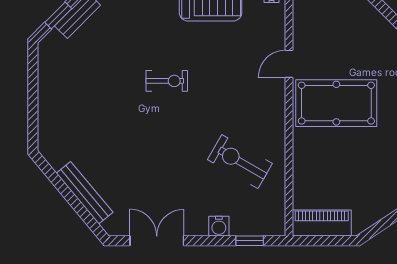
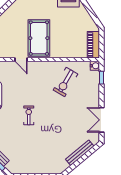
water cooler: (219, 226) -> (95, 66), moved

